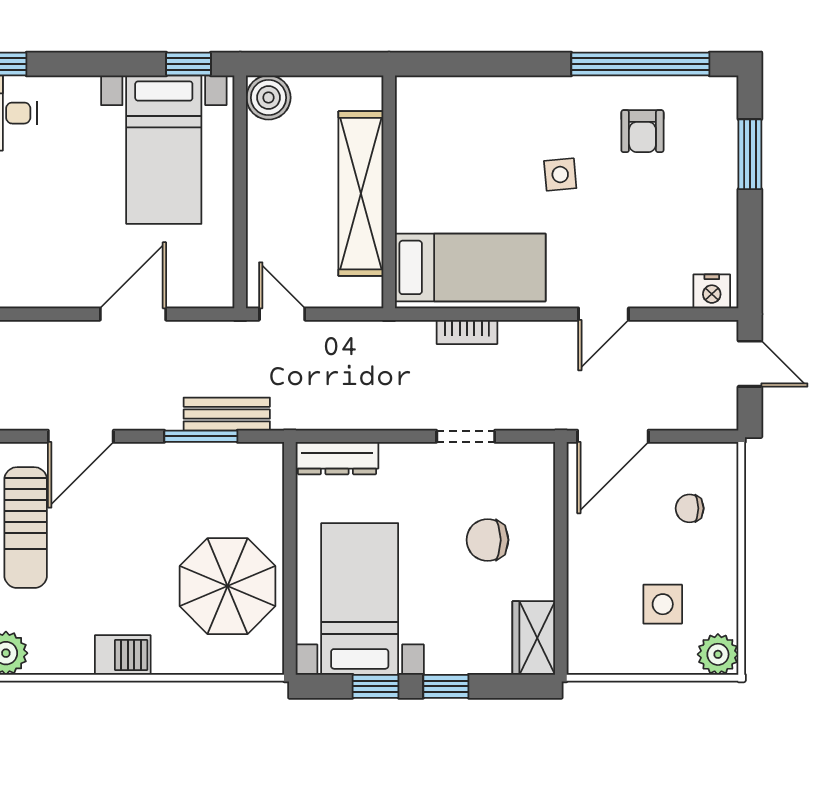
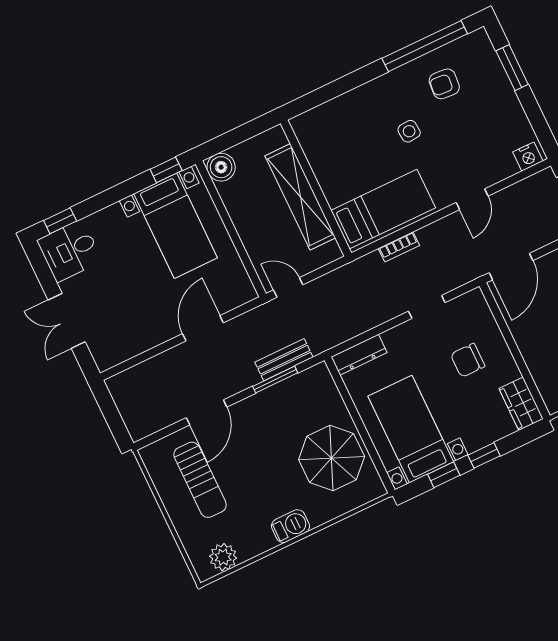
armchair: (642, 131) -> (444, 84), turned 95

